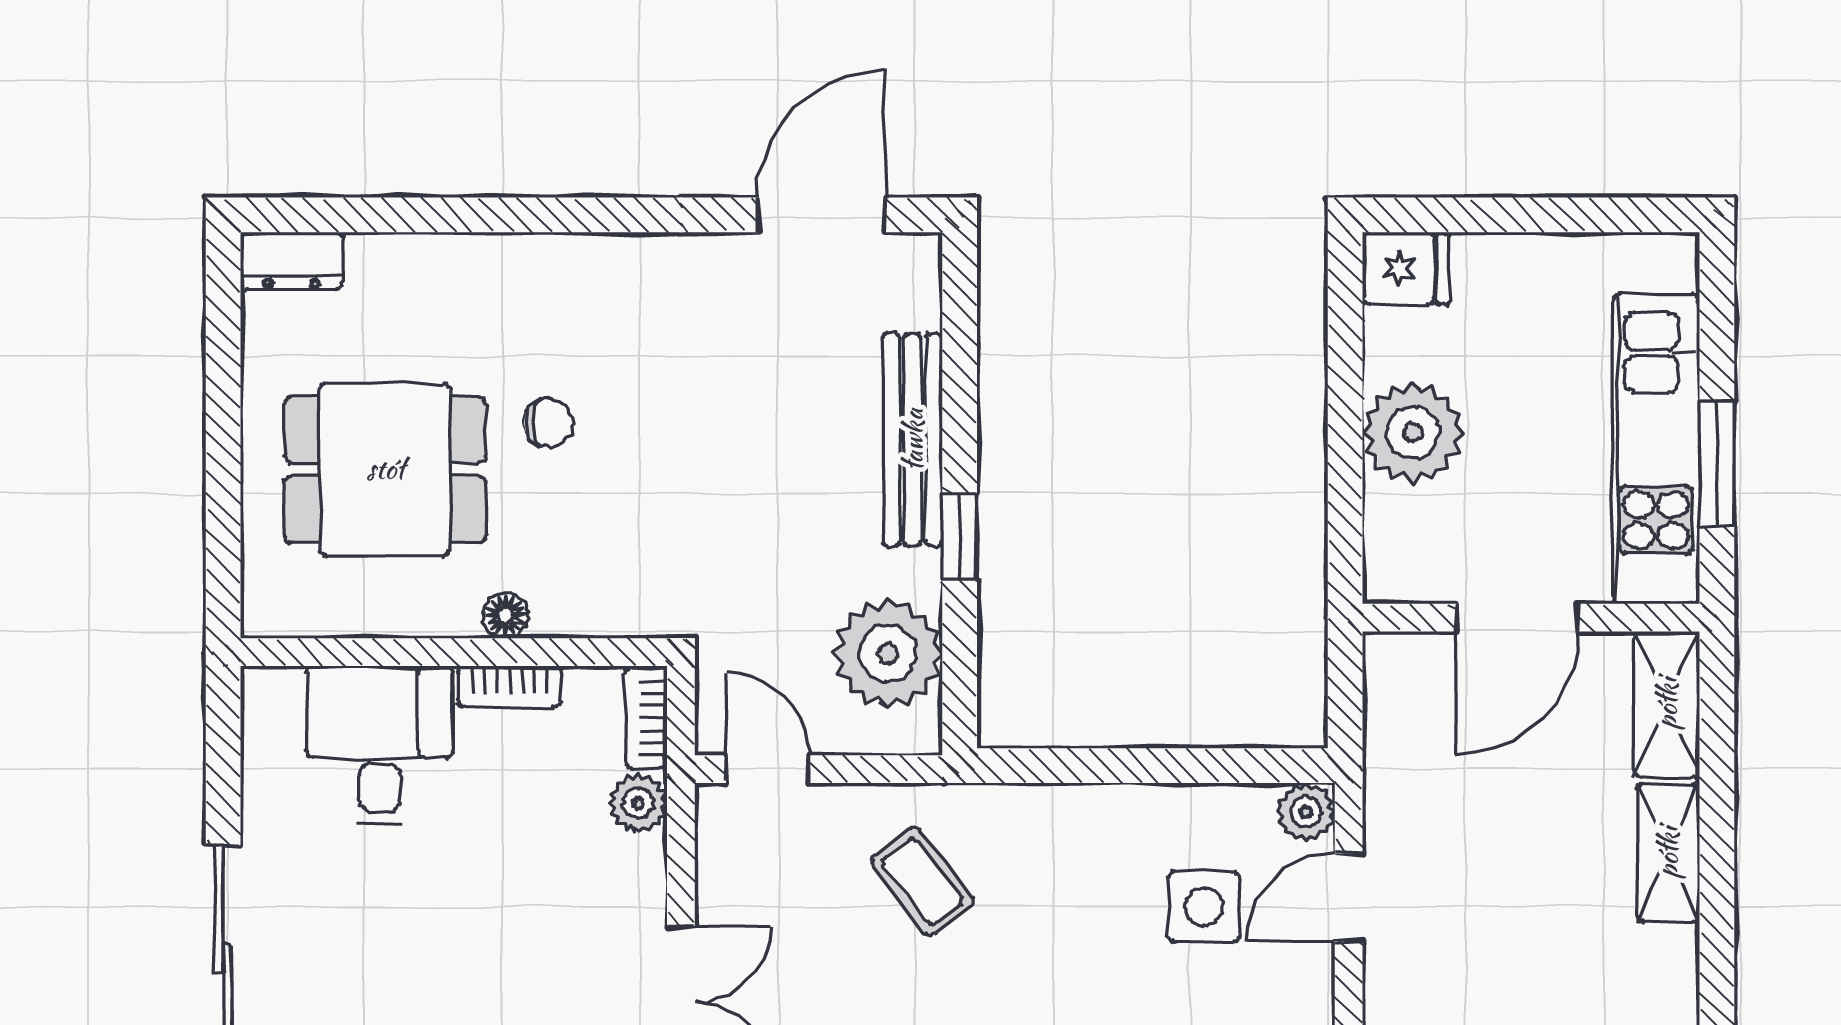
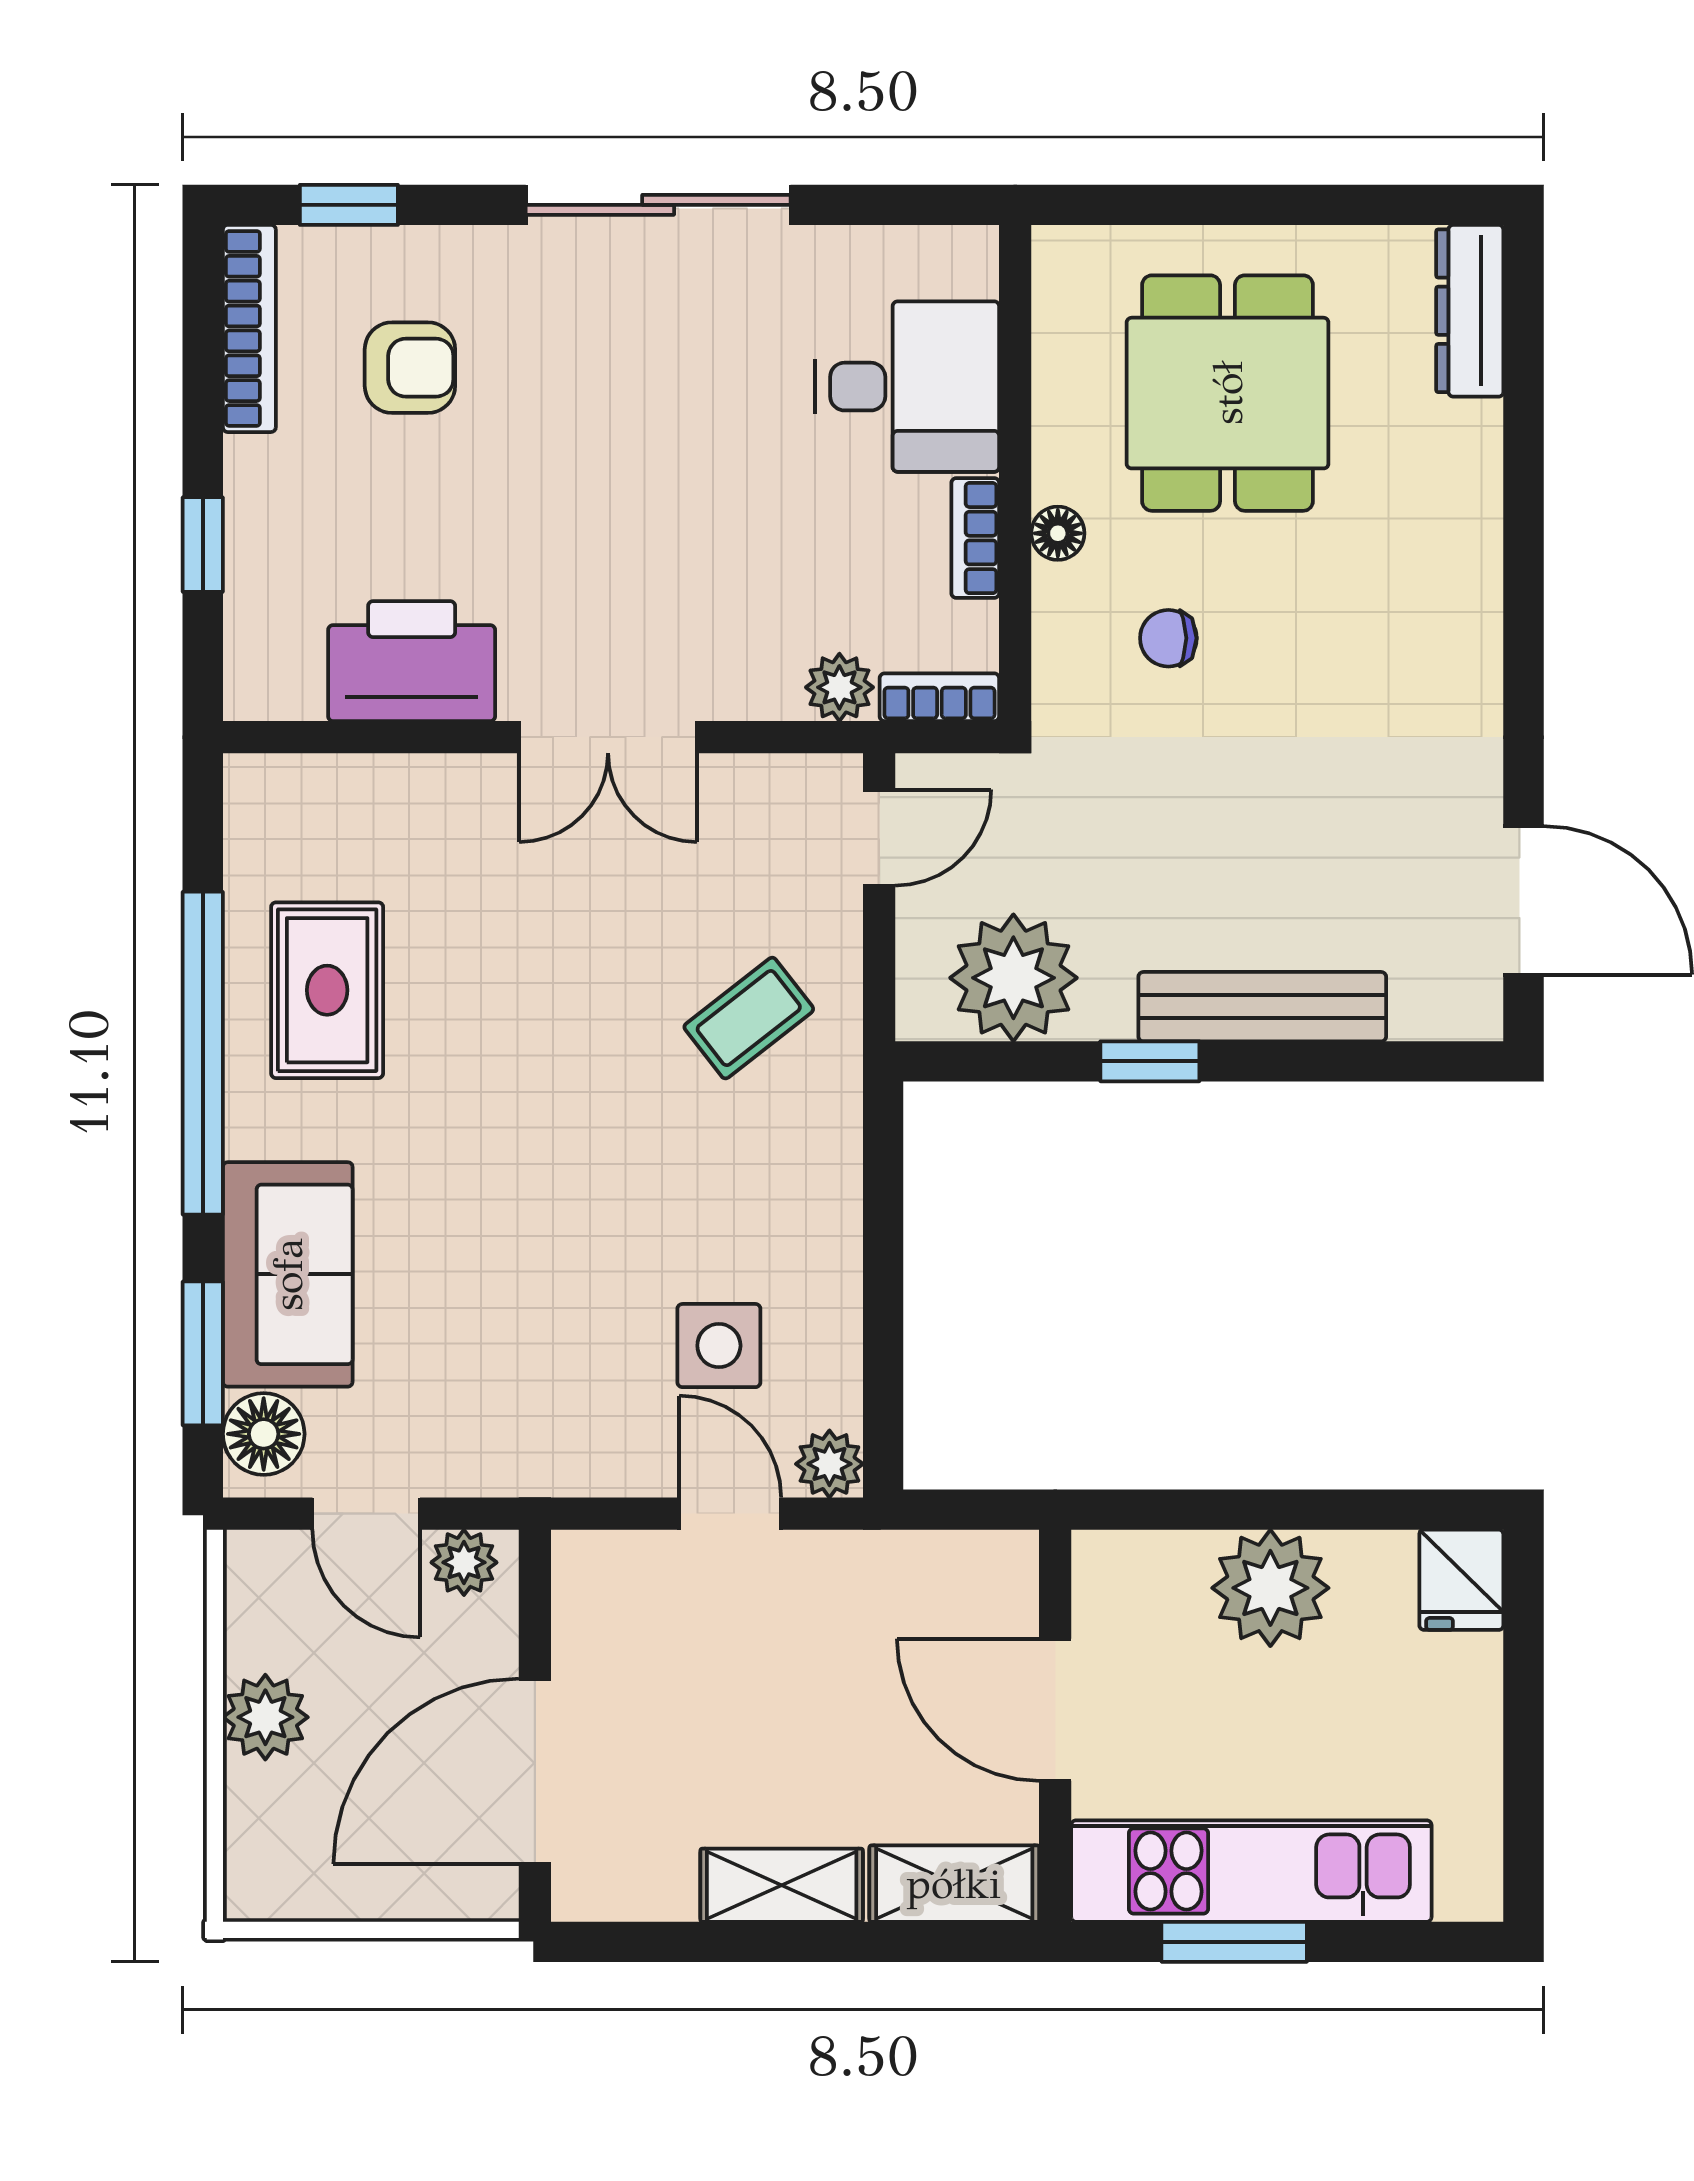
dresser: (292, 261) -> (1470, 311), width x1.44
chair: (548, 423) -> (1168, 638), moved, turned 90

